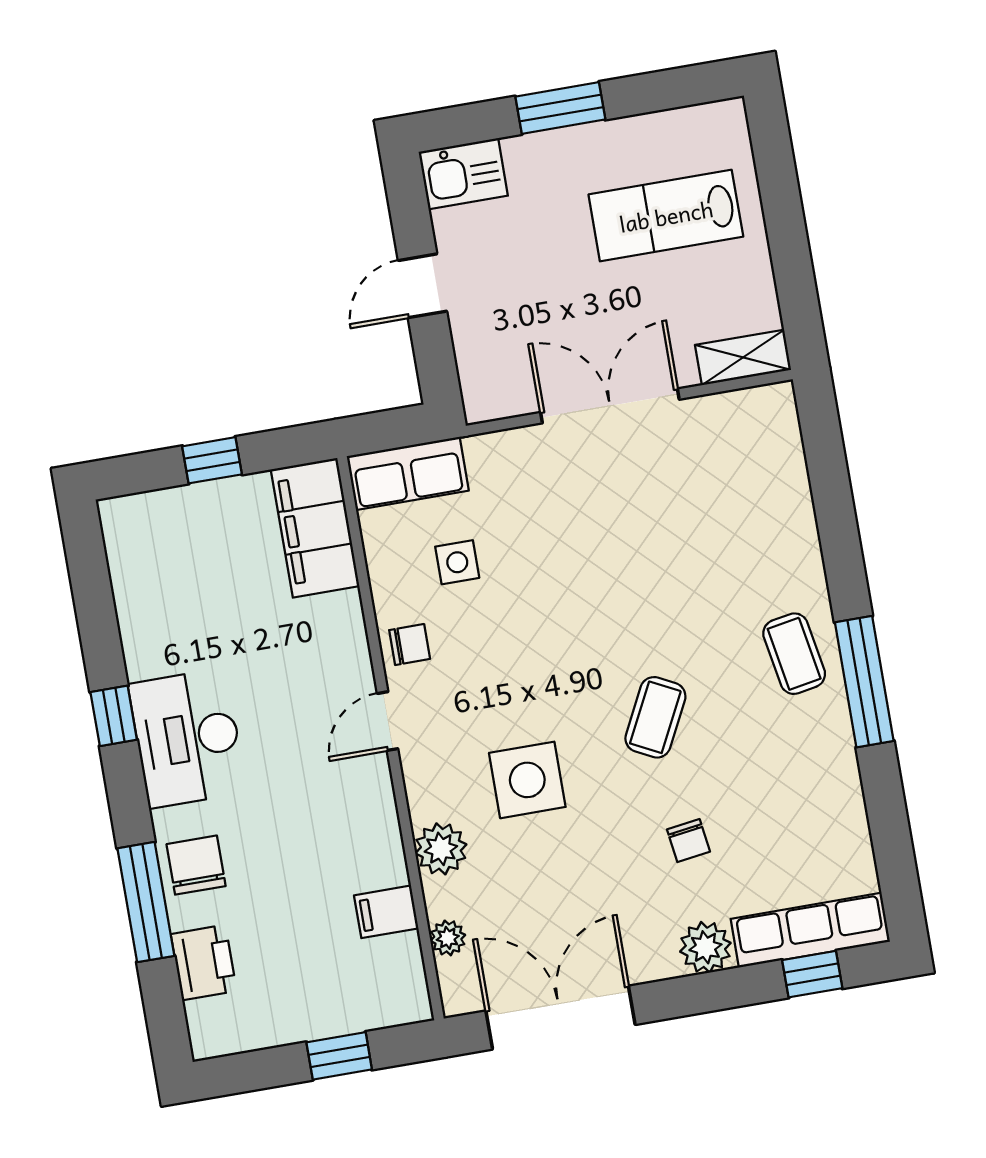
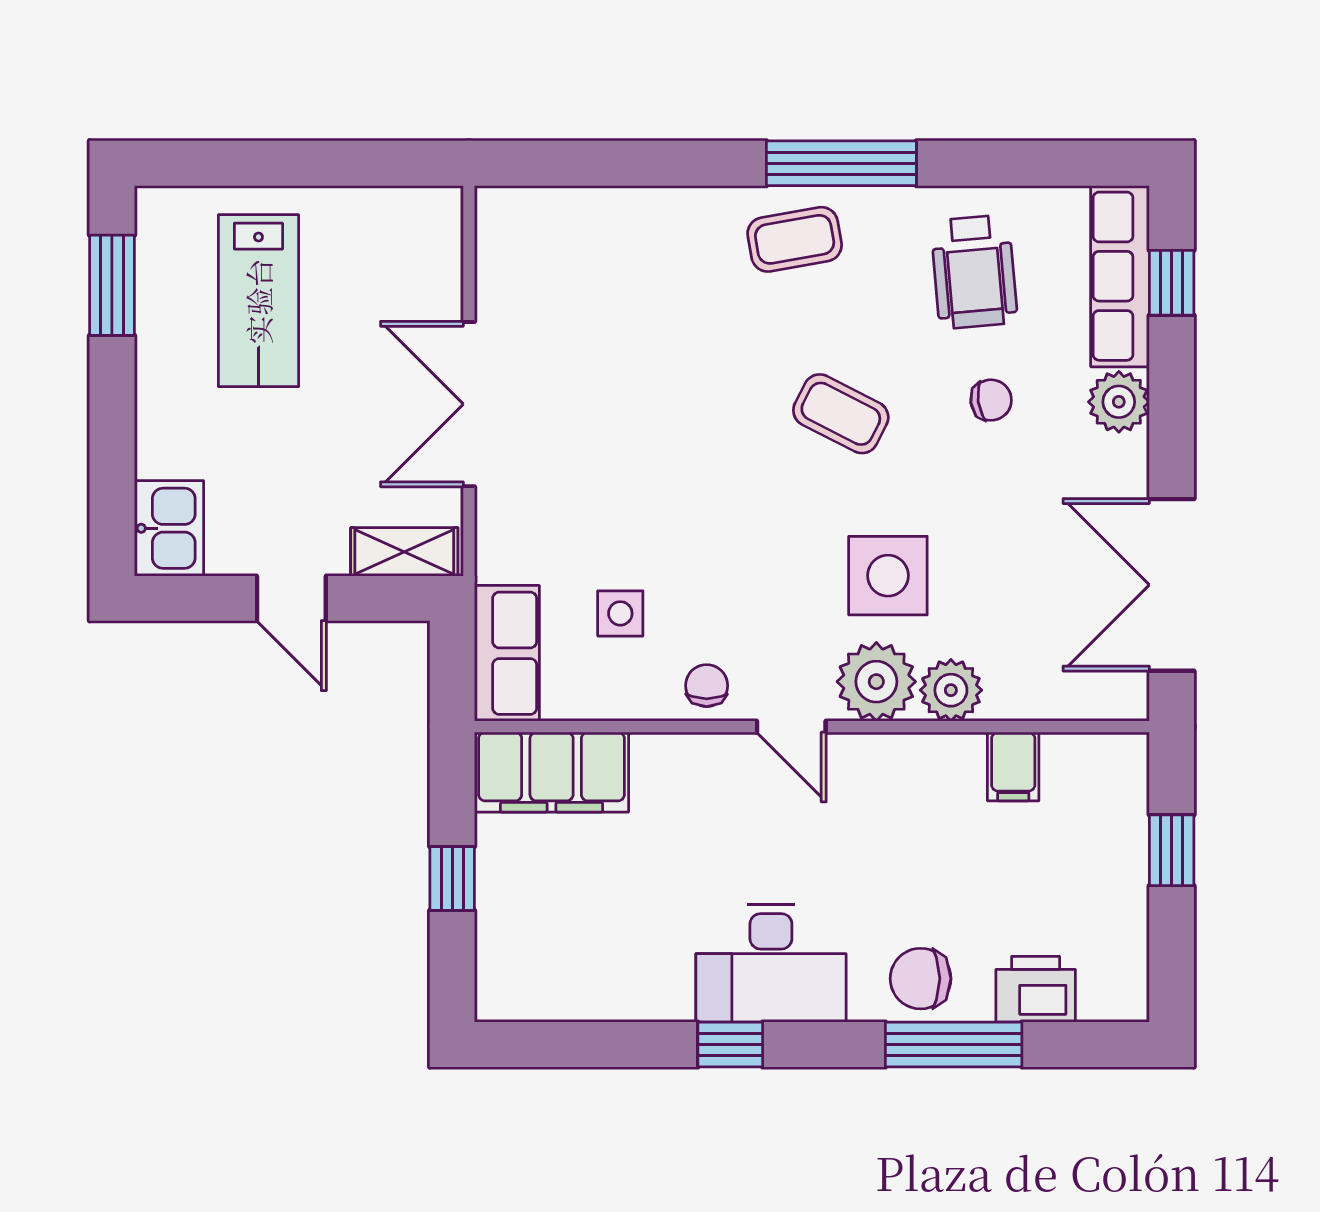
window: (560, 108) -> (112, 285), moved
shelving: (743, 357) -> (404, 552), moved, turned 90
wheelchair: (793, 808) -> (974, 272), added
plant: (448, 938) -> (876, 682), moved, width x1.88, depth x1.88

